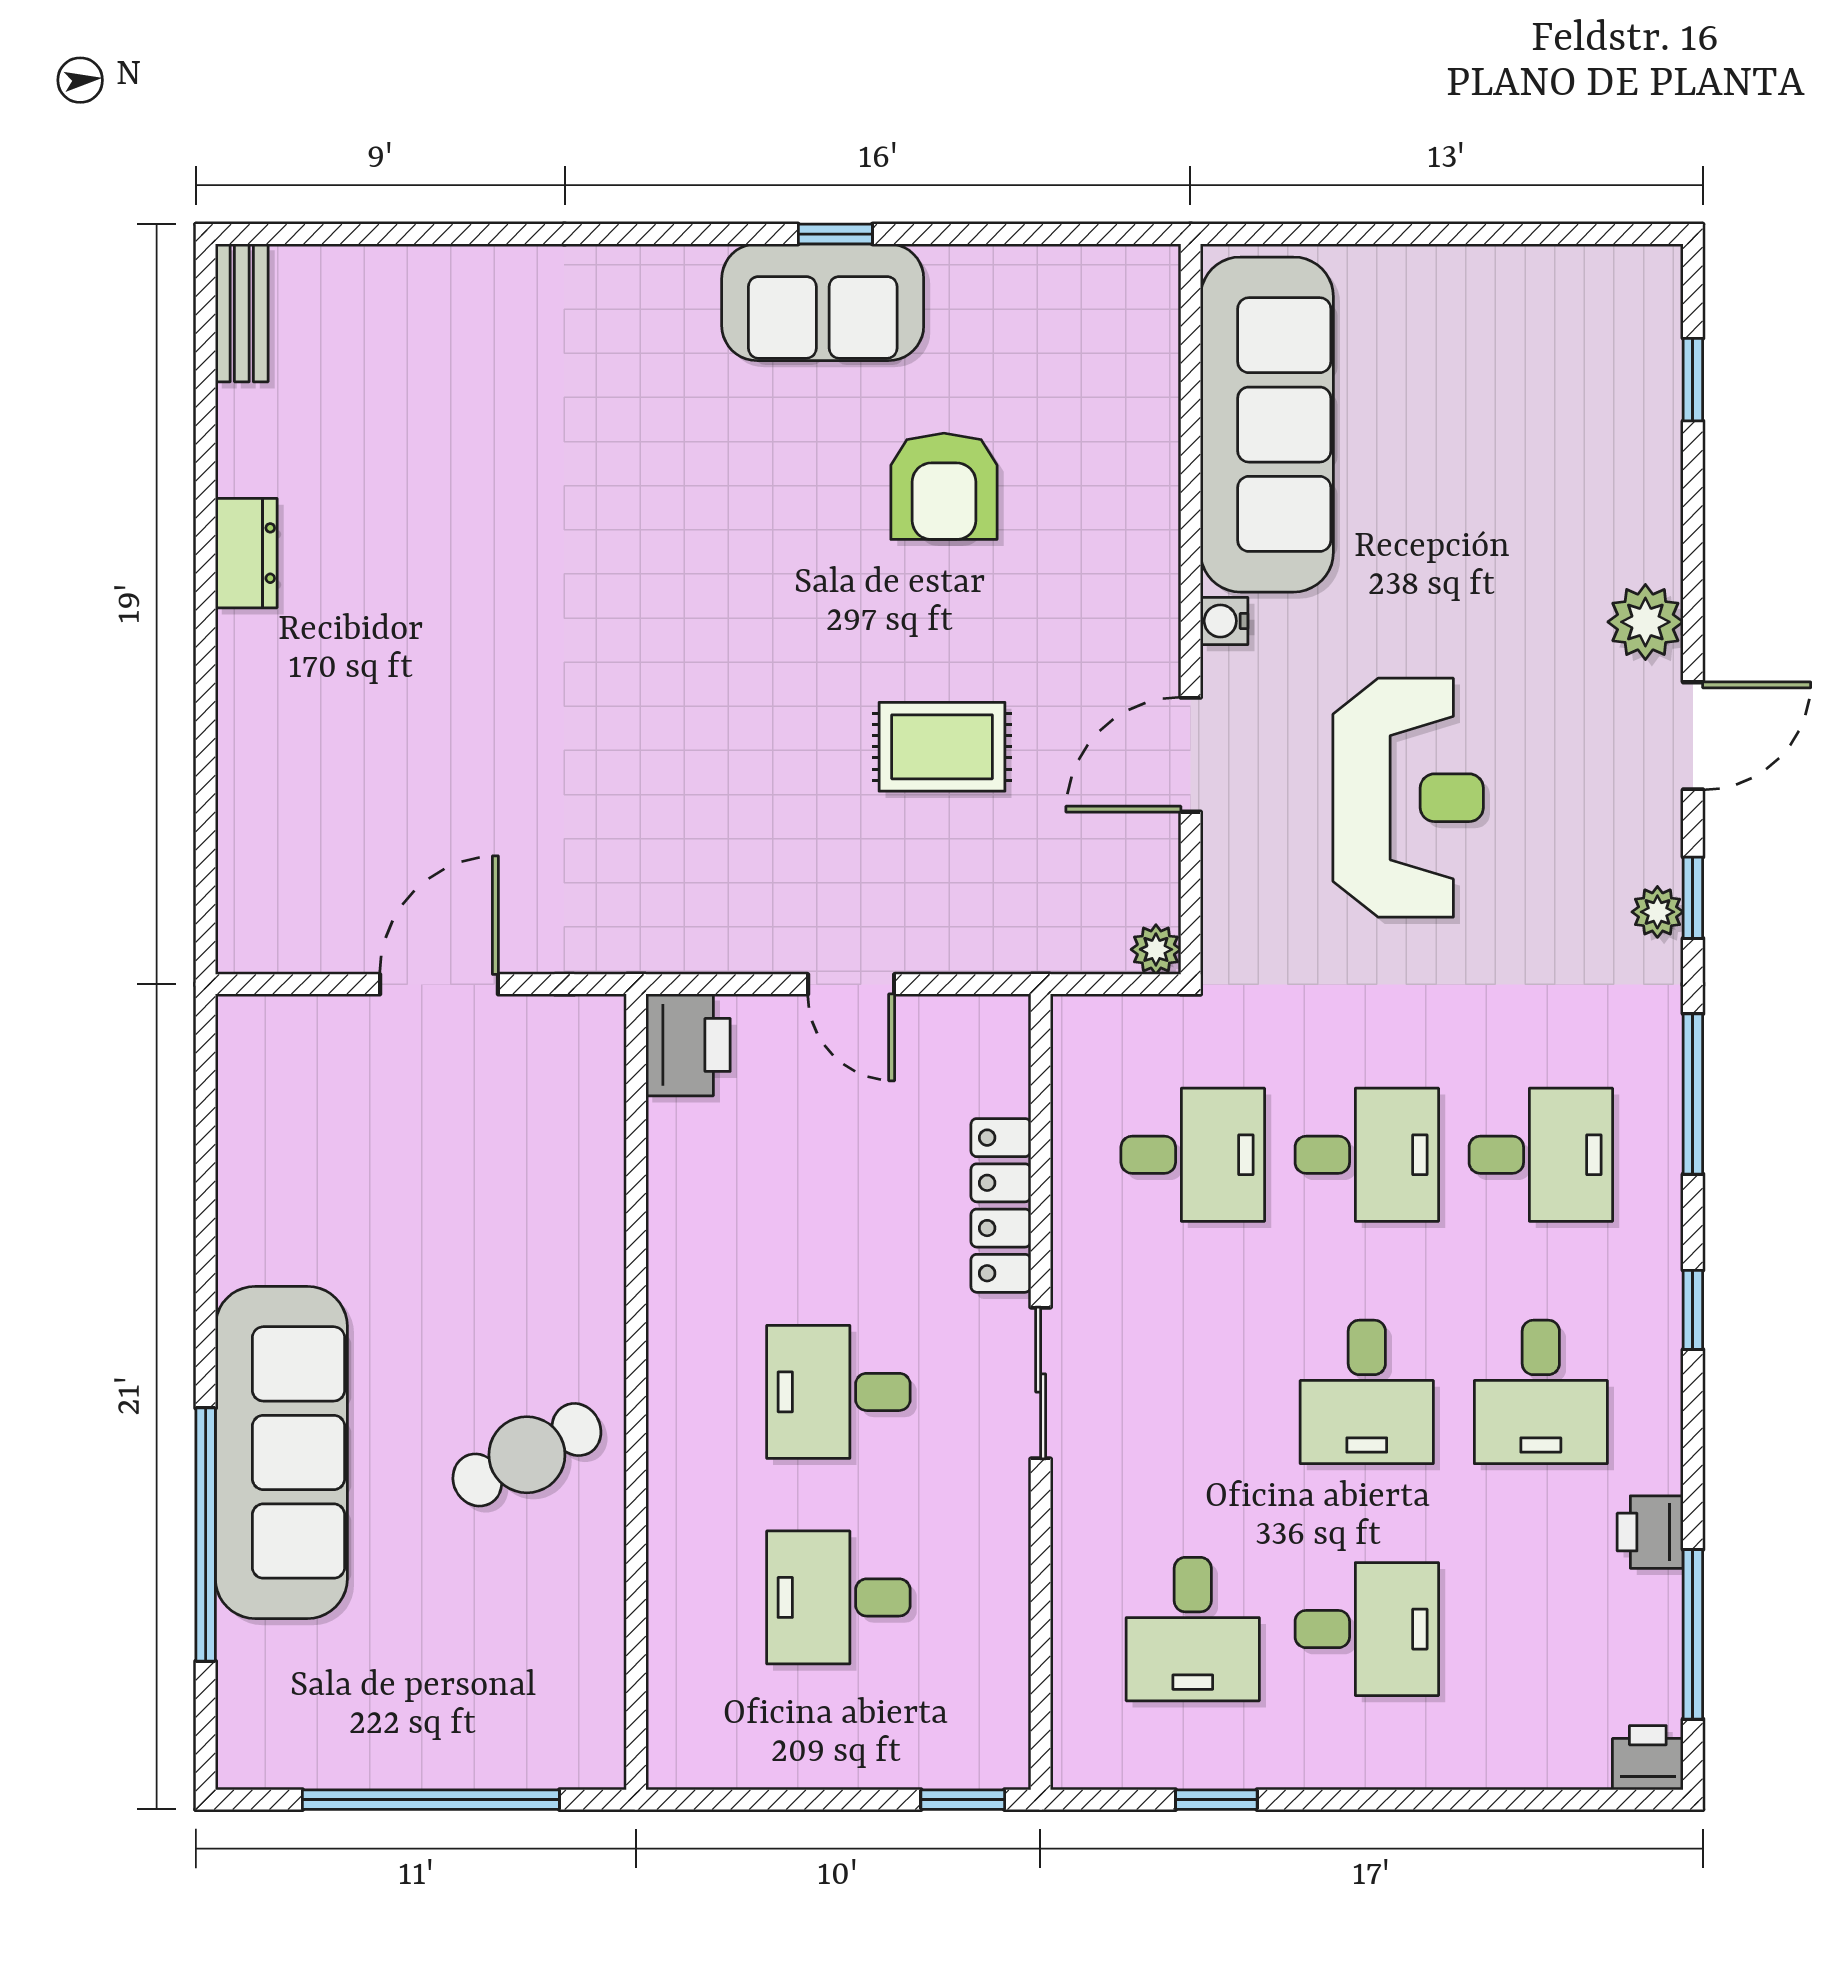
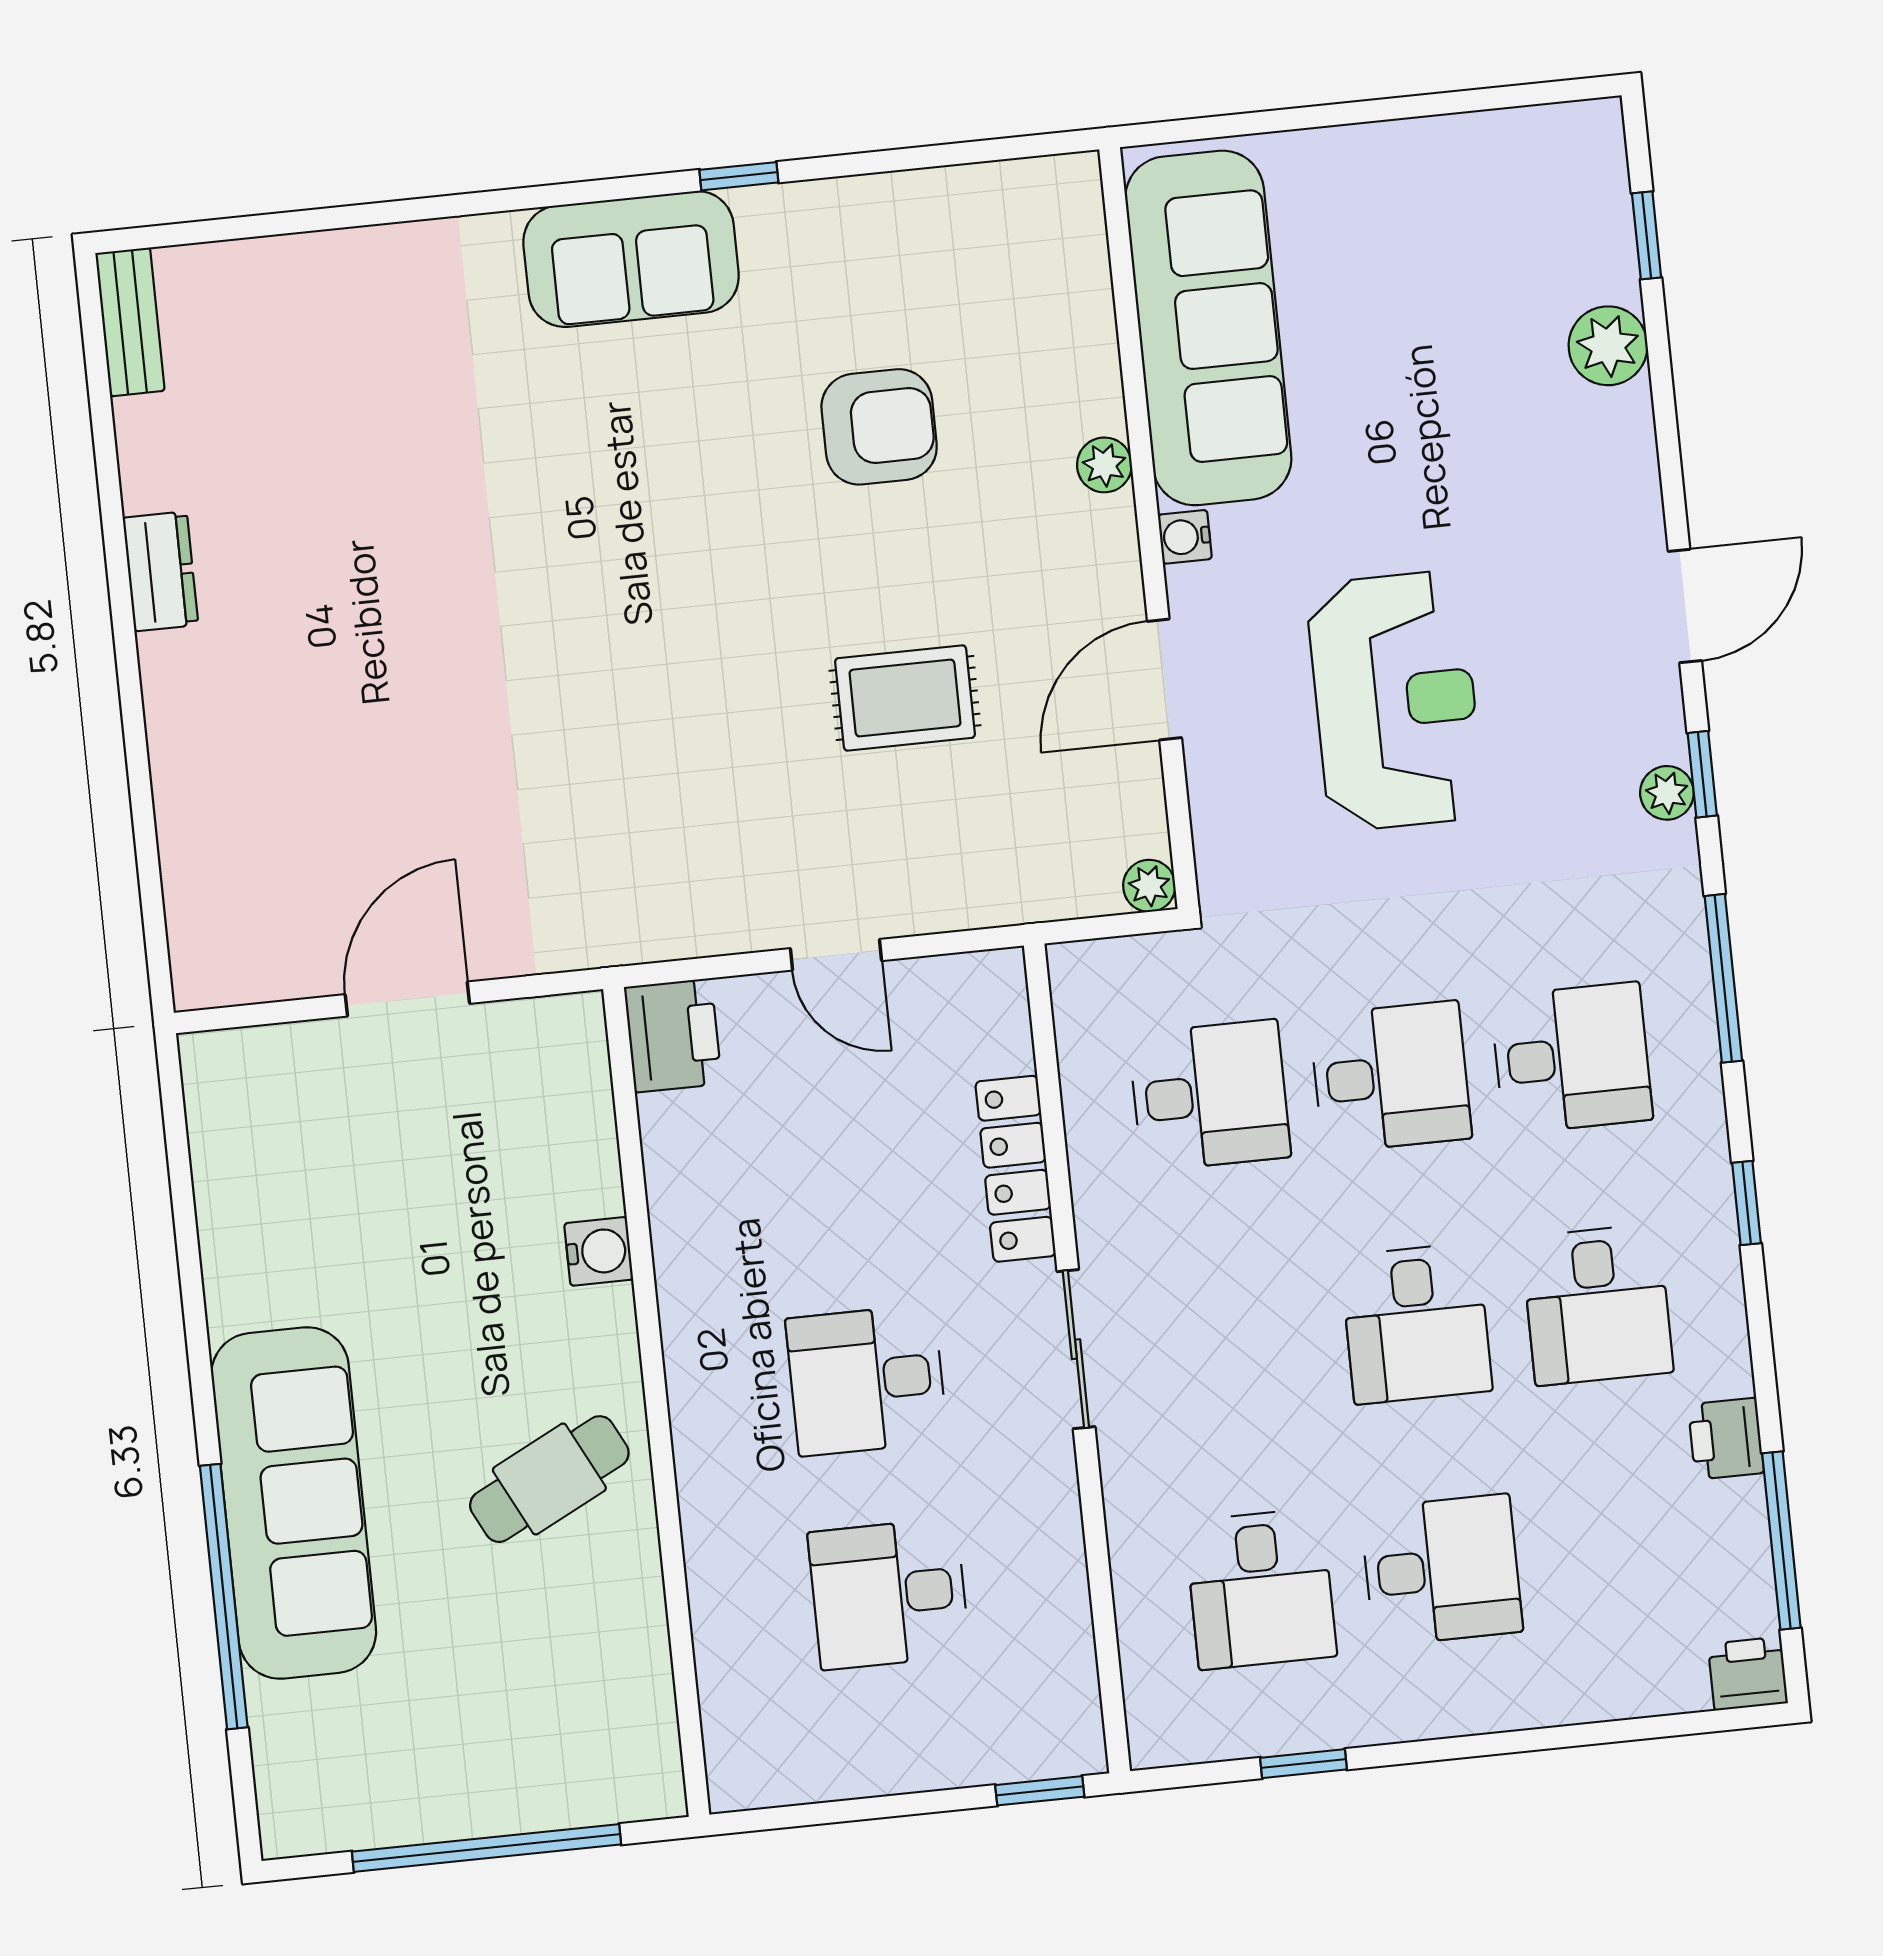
sofa: (823, 302) -> (631, 259), moved
armchair: (944, 486) -> (879, 427), turned -90
plant: (1155, 545) -> (1104, 465), added
plant: (1645, 622) -> (1608, 346), moved
water cooler: (596, 1243) -> (599, 1251), added

